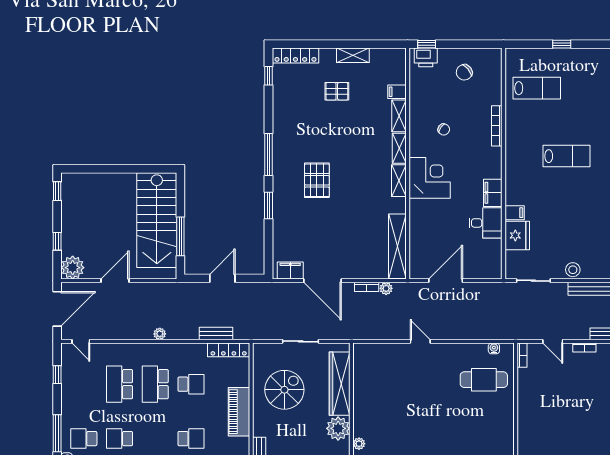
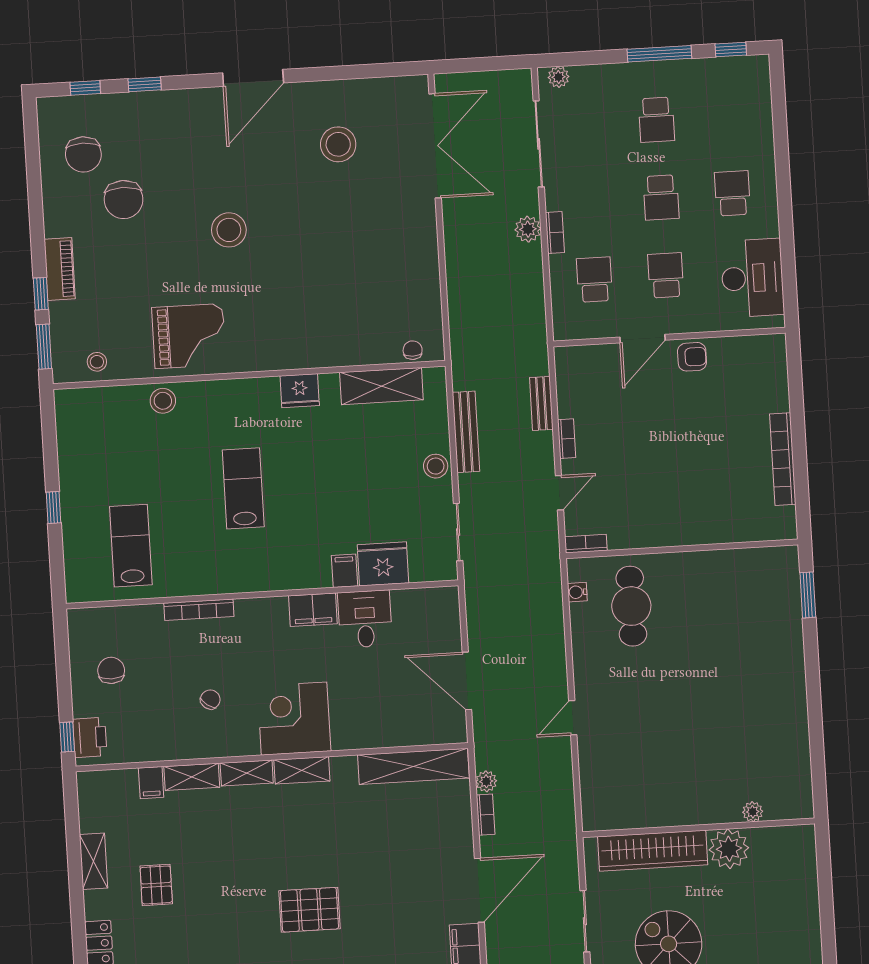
chair: (464, 72) -> (111, 670), turned -141

